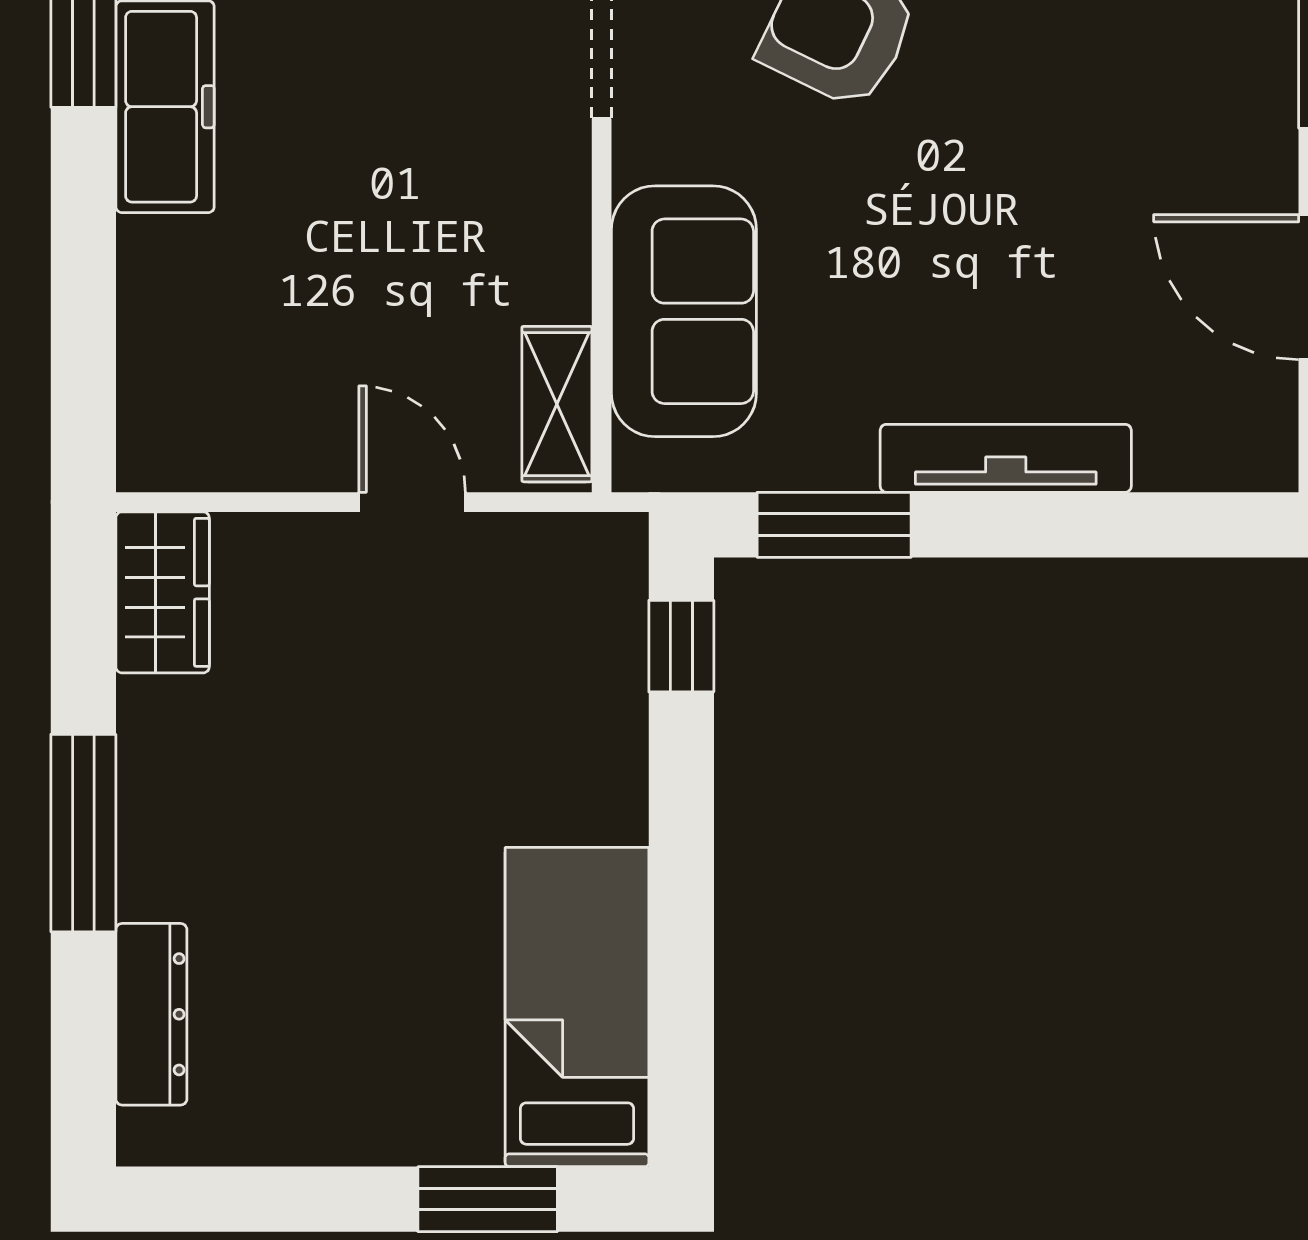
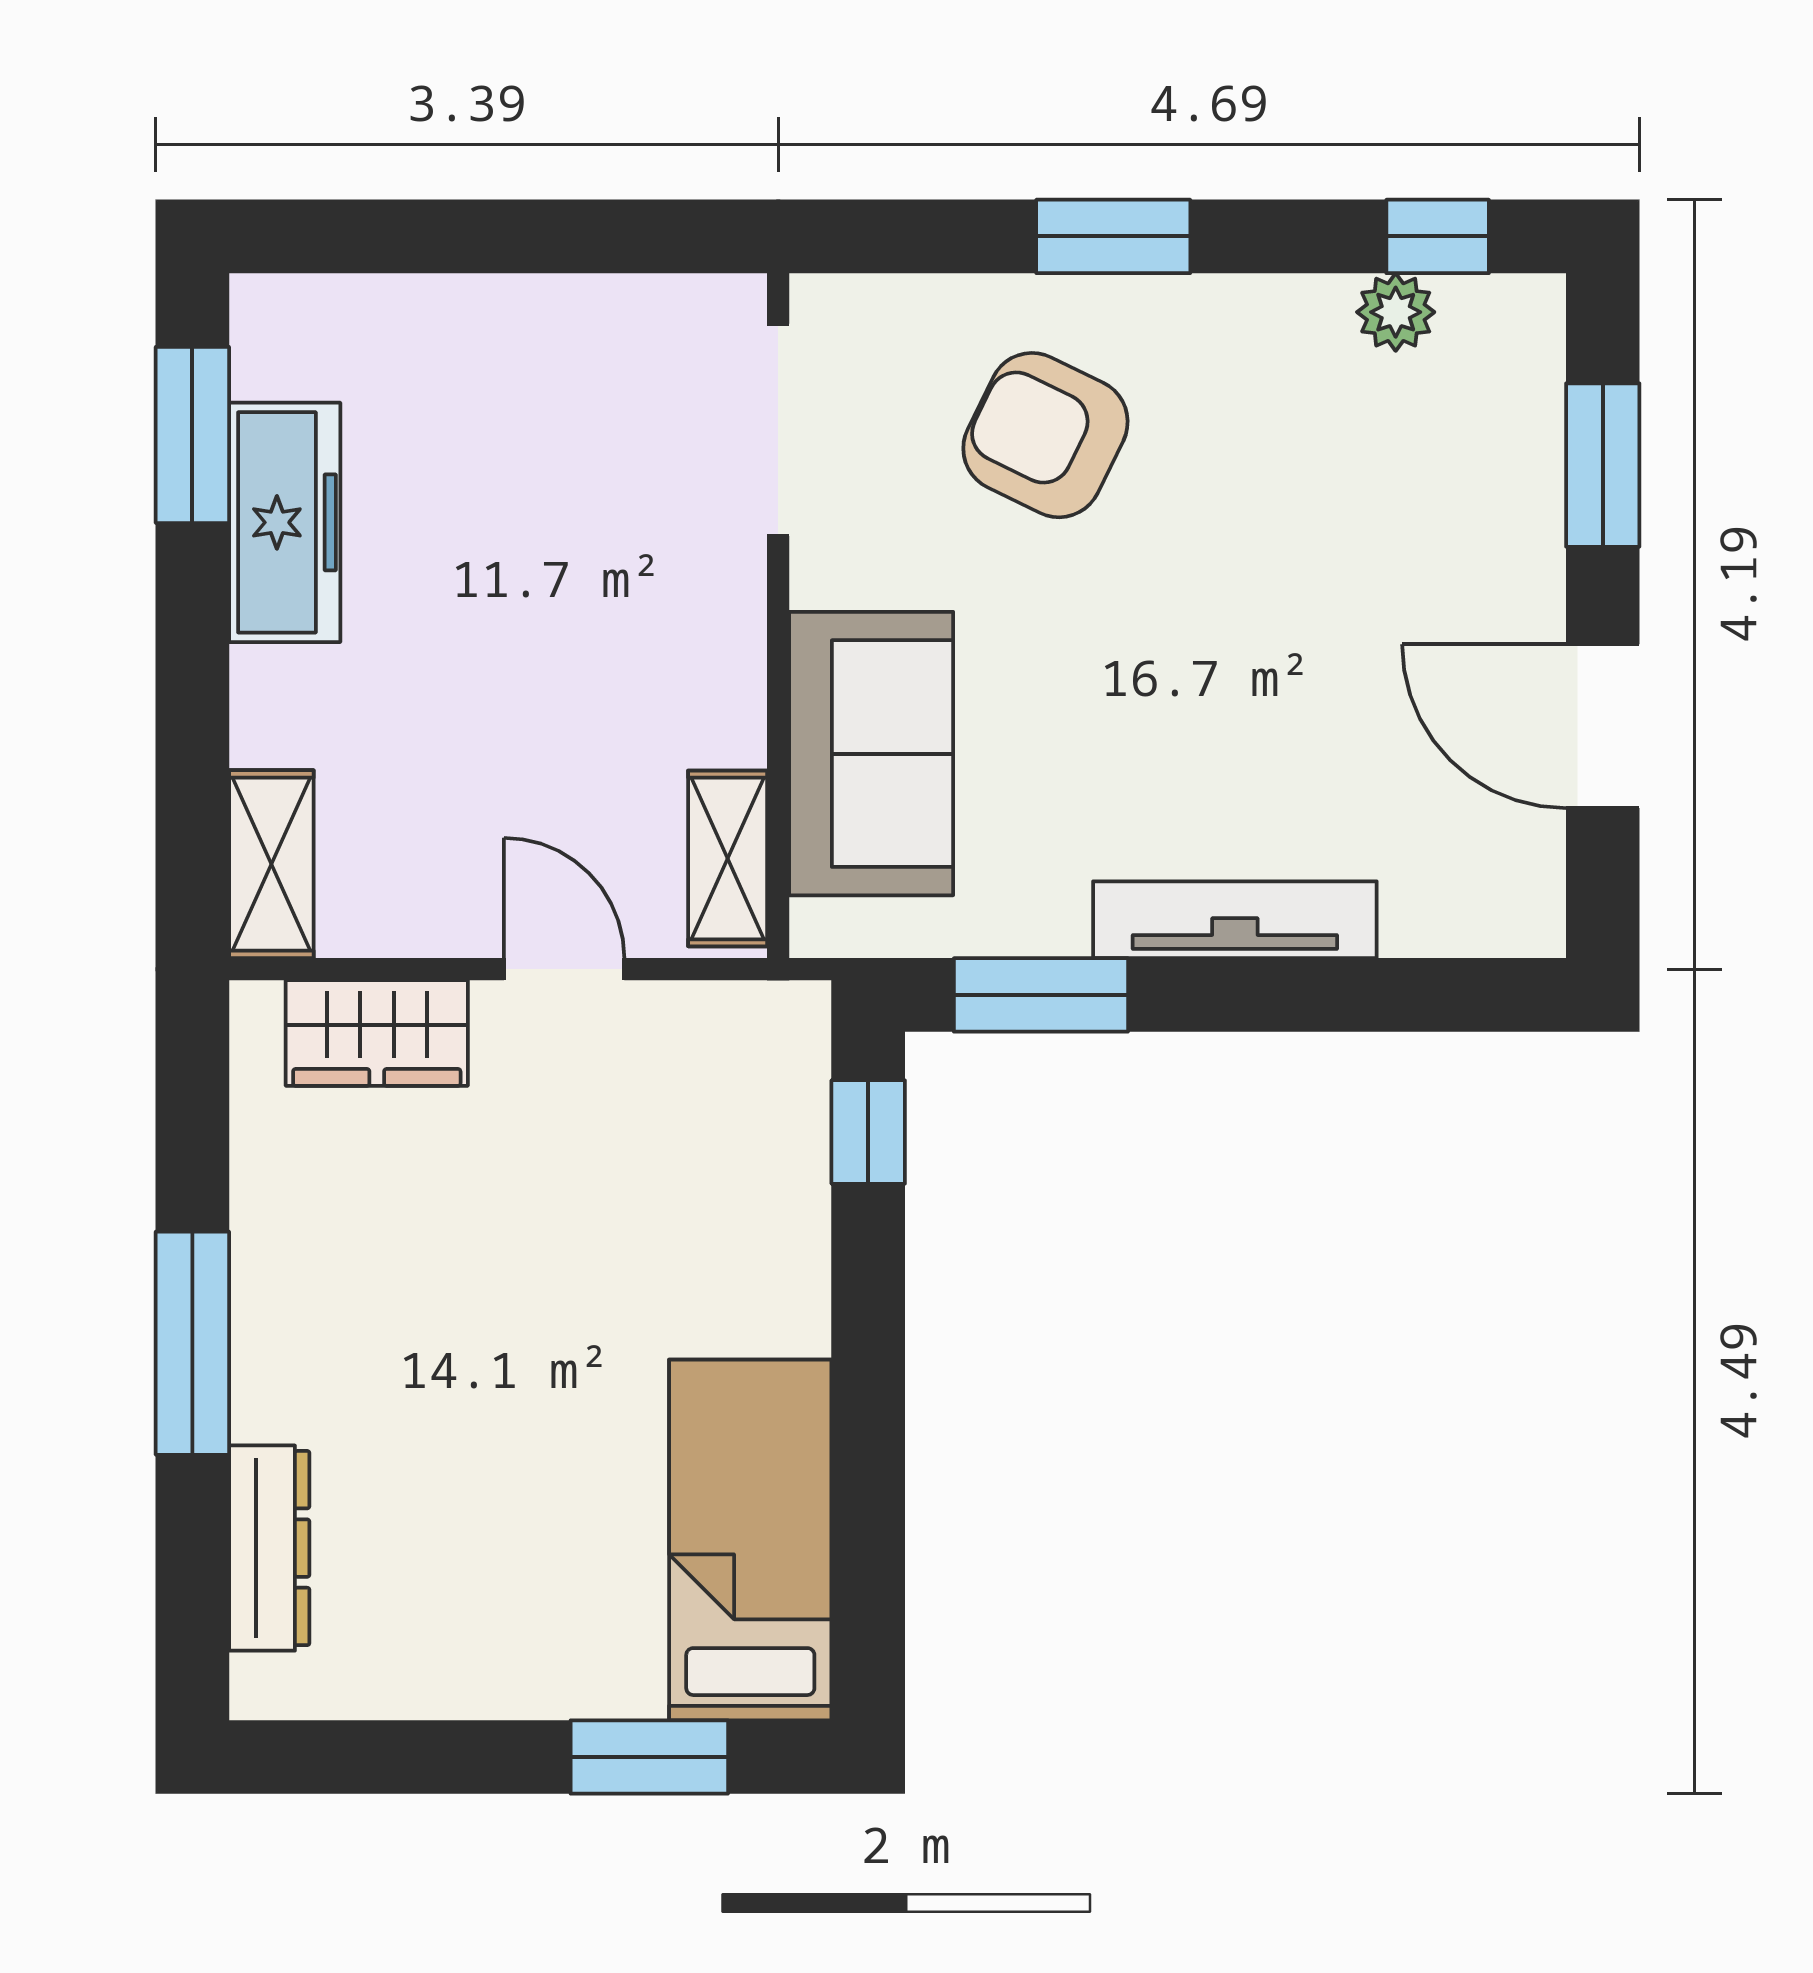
shelving: (153, 409) -> (271, 864), added
wardrobe: (163, 592) -> (377, 1033), moved, turned 90

